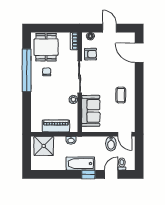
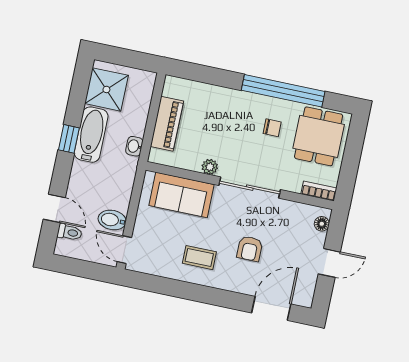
dining table: (46, 47) -> (319, 136), turned 90
armchair: (91, 54) -> (250, 249), moved
door: (125, 134) -> (124, 250), hinge flipped
shower: (44, 146) -> (106, 89), moved
bathtub: (80, 164) -> (91, 135), moved
window: (88, 174) -> (69, 139), moved

